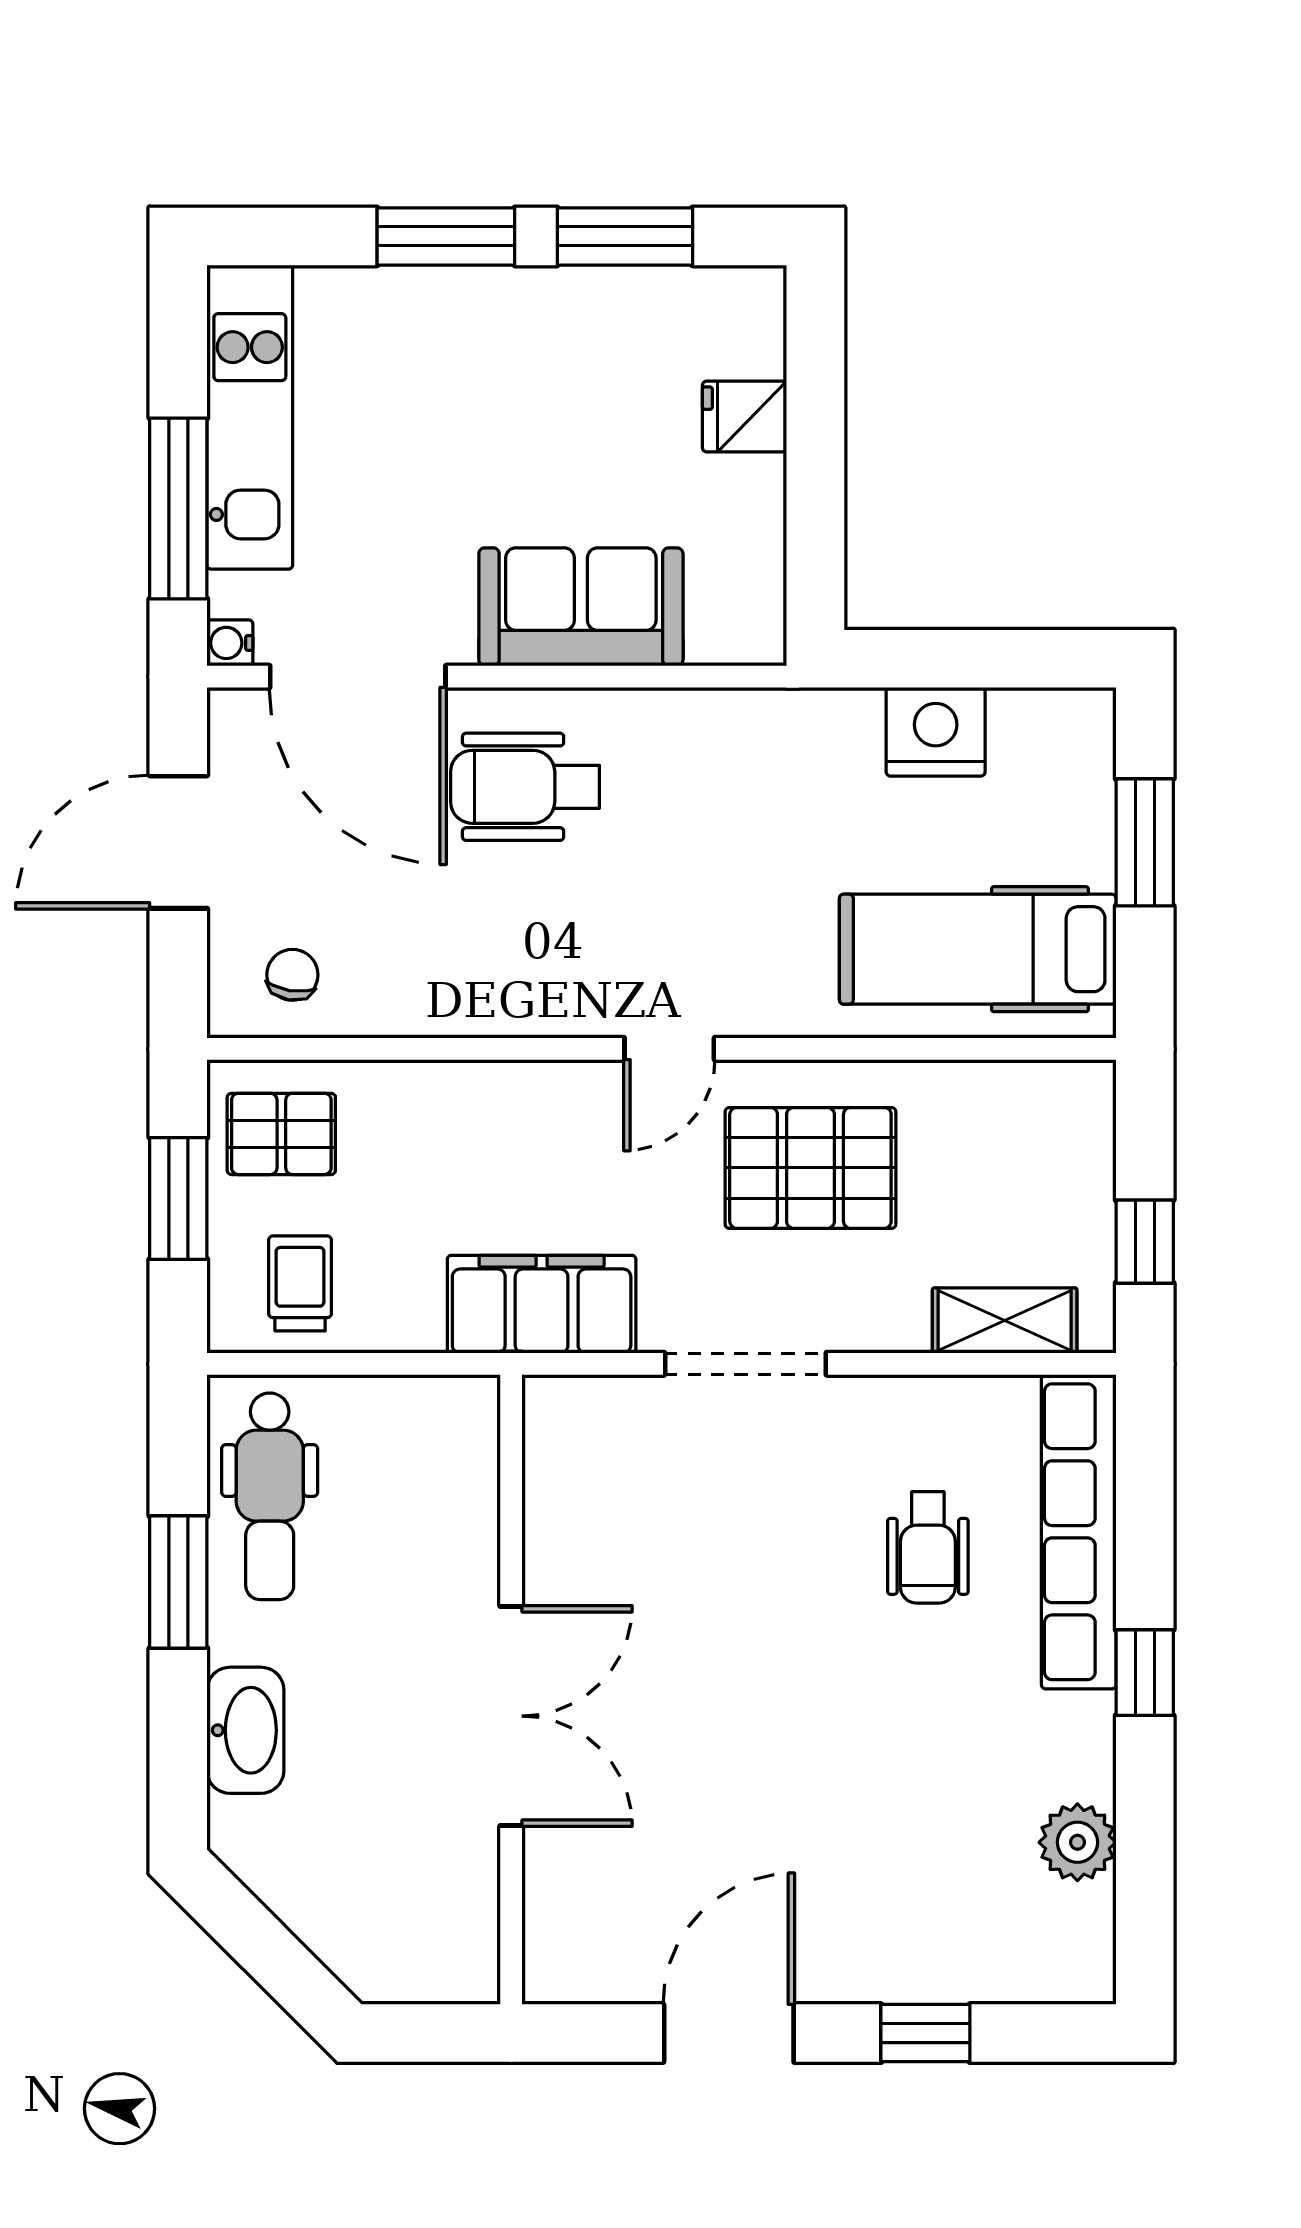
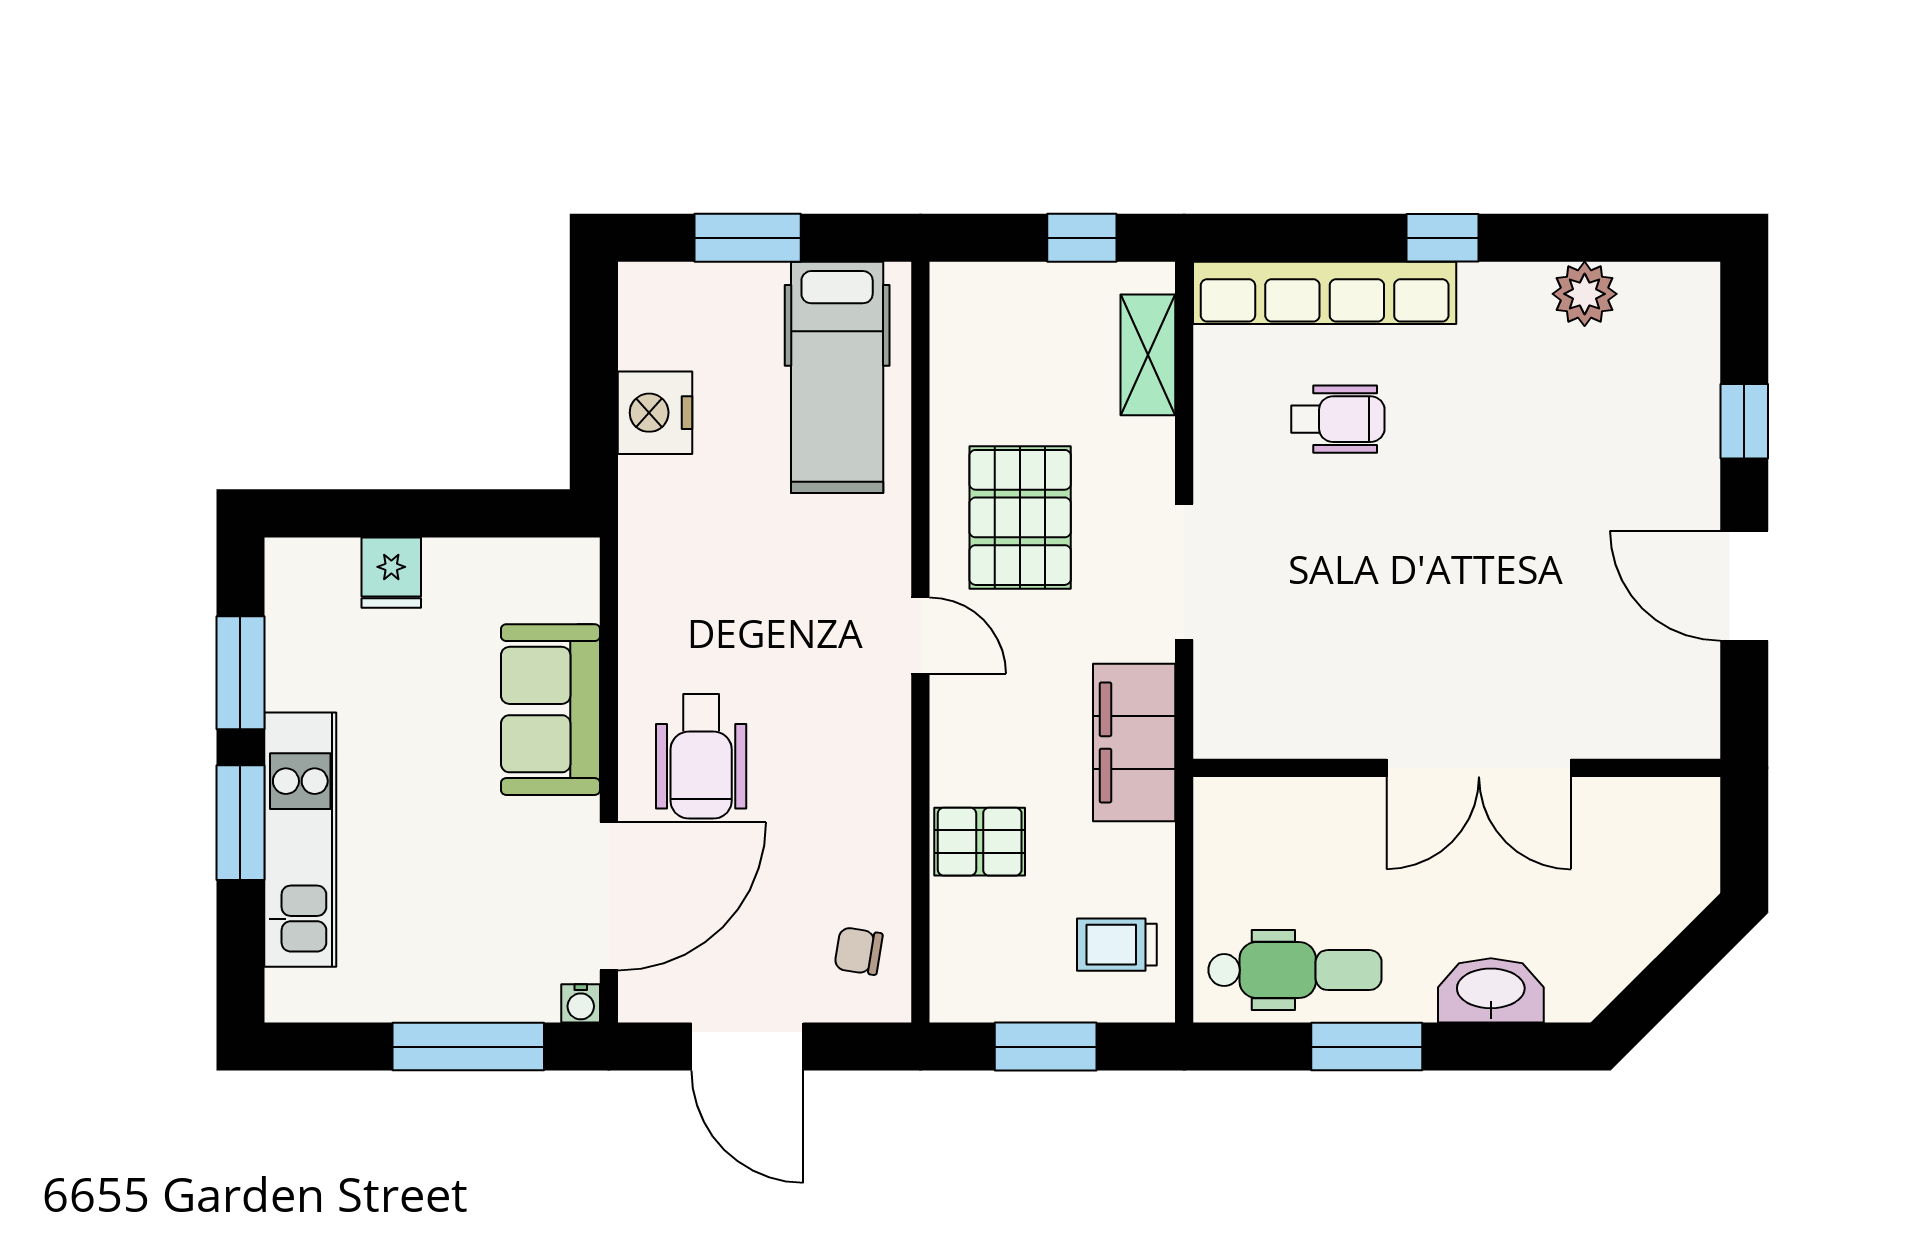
kitchen unit: (250, 417) -> (300, 840), moved, turned 90
pallet: (281, 1134) -> (980, 842), moved, turned 90
double door: (511, 1716) -> (1479, 768), swing flipped

